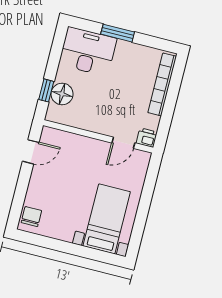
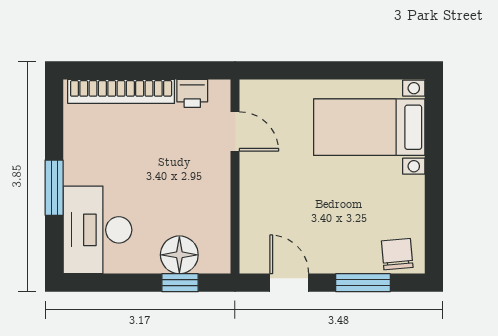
printer: (147, 138) -> (192, 93), moved, turned -90
window: (20, 193) -> (363, 283), added
chair: (31, 217) -> (397, 254), turned 85

